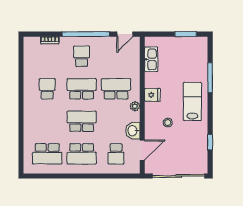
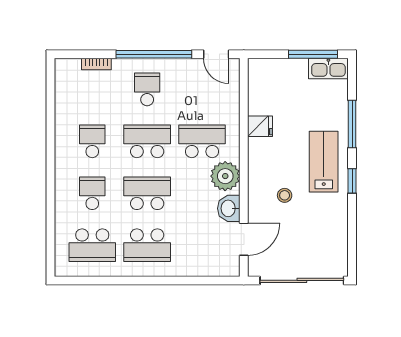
door: (125, 34) -> (216, 54), hinge flipped
window: (186, 34) -> (313, 54), width x1.44
kitchen sink: (151, 59) -> (328, 68), moved, turned 90
fridge: (152, 95) -> (260, 126), moved
plant: (135, 106) -> (225, 176), width x1.87, depth x1.87
window: (210, 142) -> (352, 181), moved
school desk: (116, 154) -> (92, 193), moved, turned 180

